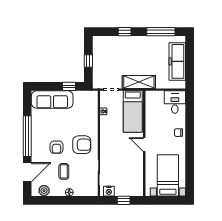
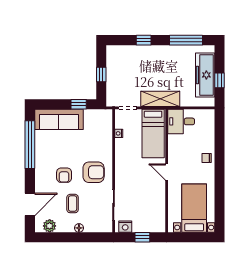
window: (190, 66) -> (220, 80), added
desk: (175, 102) -> (181, 121), moved, turned -90
window: (27, 136) -> (30, 145), moved

